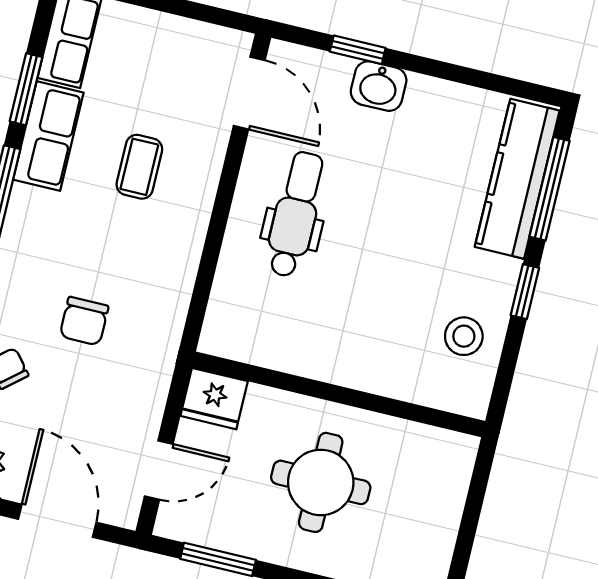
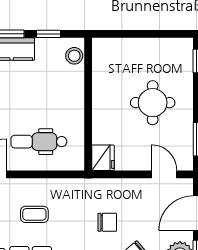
wall: (339, 394) -> (88, 104), moved
fridge: (214, 399) -> (103, 158), moved

